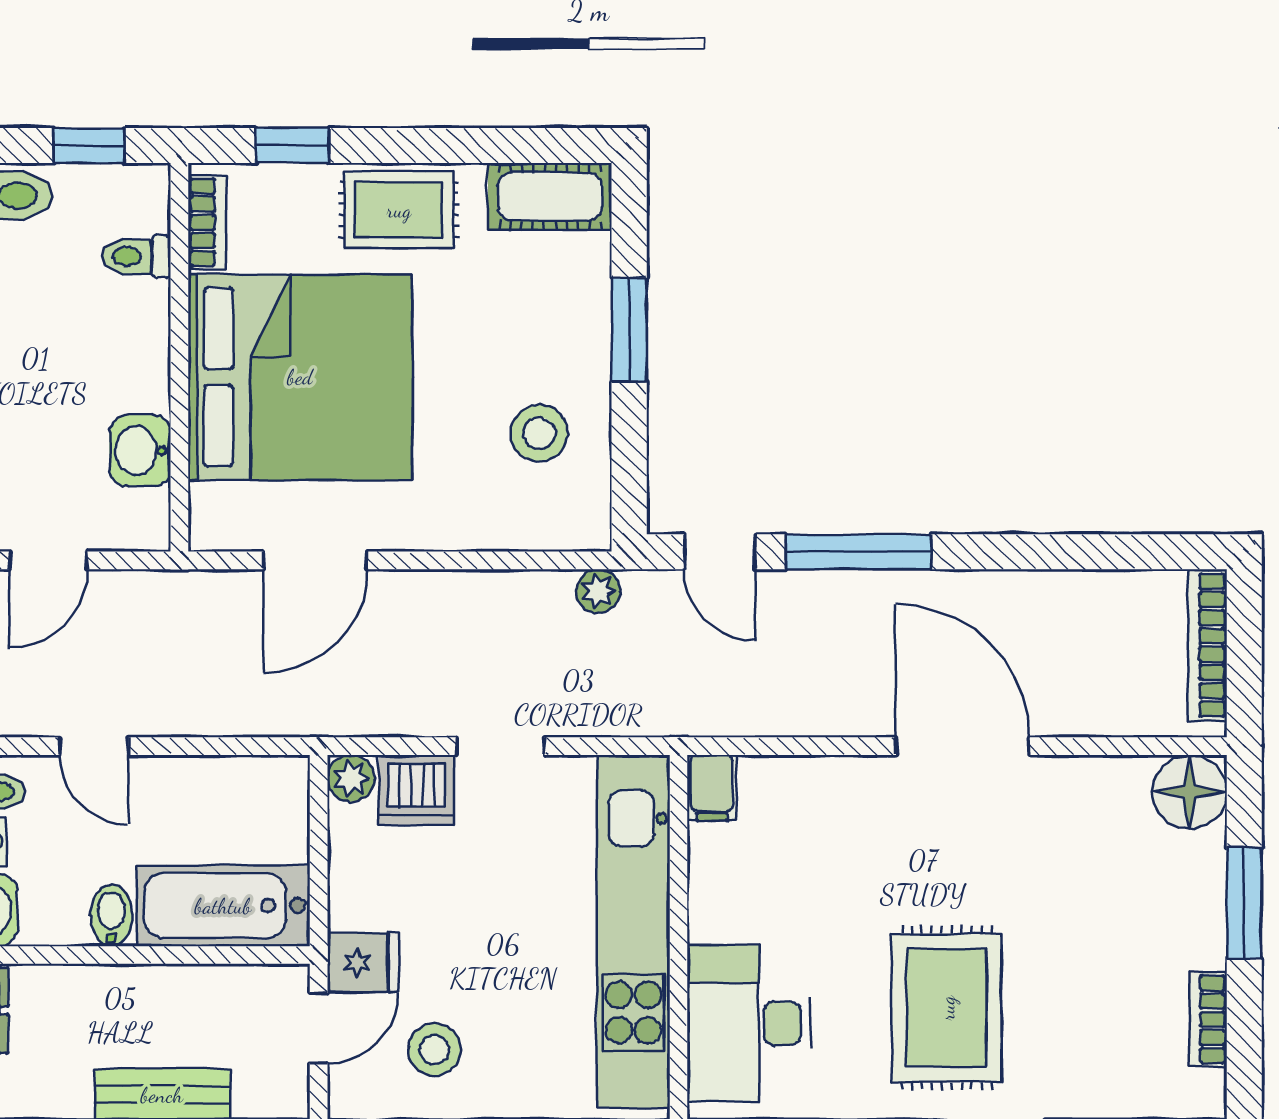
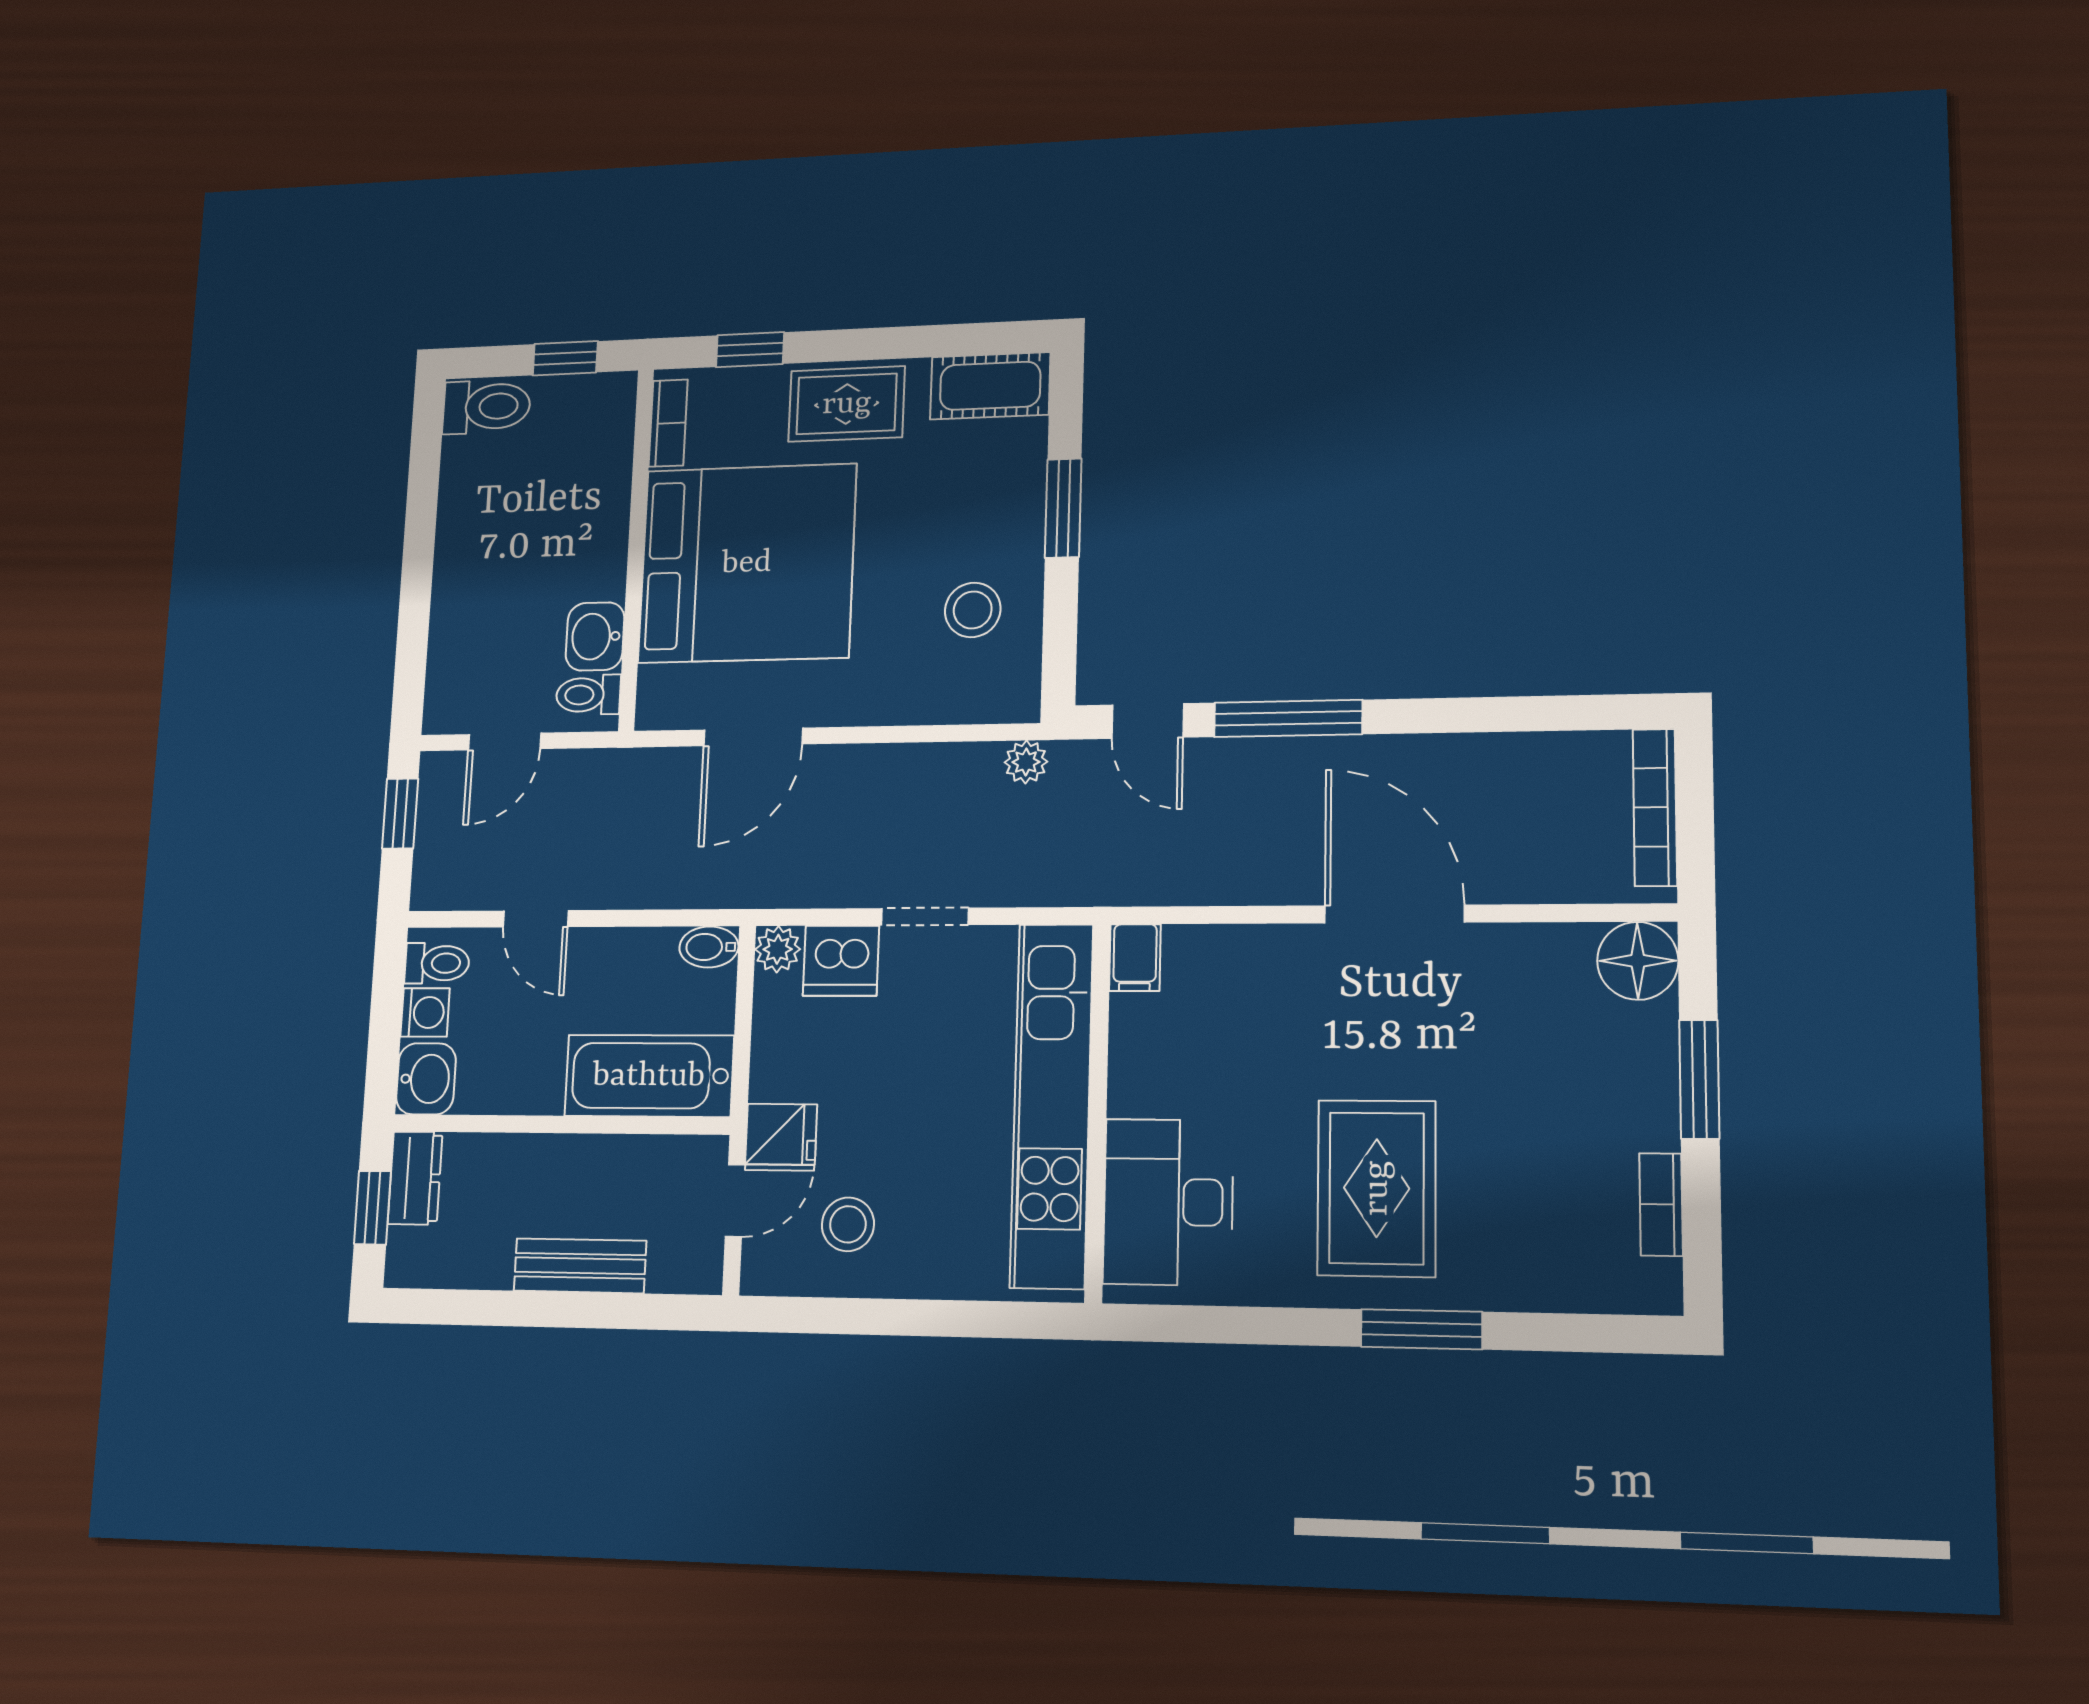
toilet: (136, 256) -> (588, 695), moved
bidet: (111, 916) -> (709, 947), moved, turned -90

